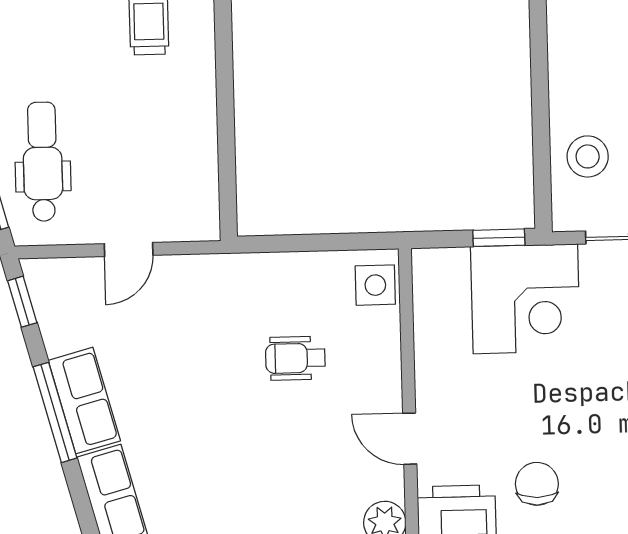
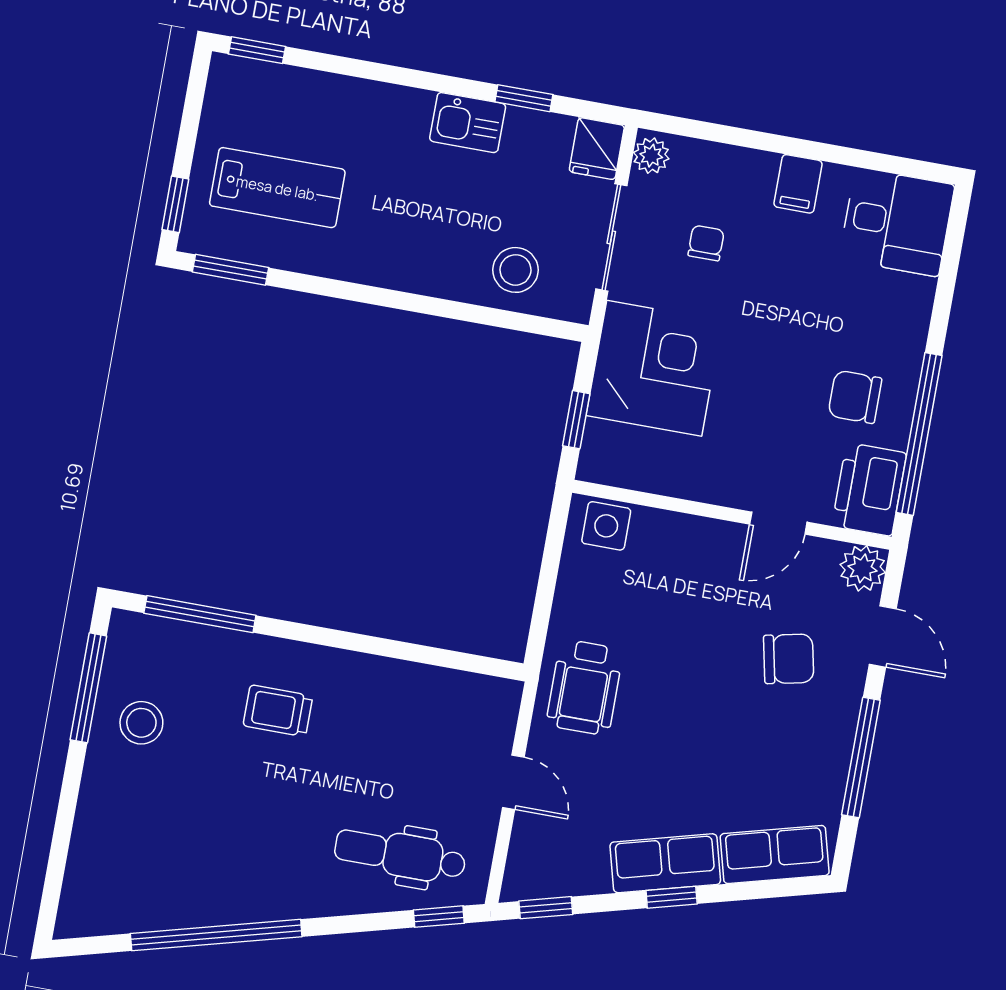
window: (499, 238) -> (576, 420), moved
wheelchair: (295, 358) -> (585, 687), moved, width x1.36, depth x1.37
window: (55, 412) -> (672, 897), width x0.46
chair: (290, 473) -> (789, 659), added

